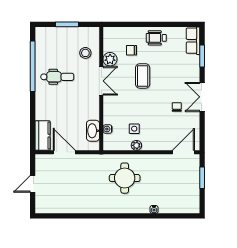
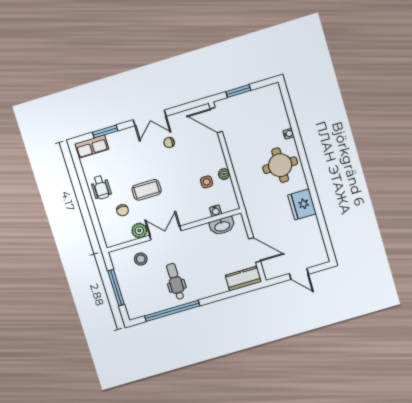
window: (67, 24) -> (116, 288), width x1.44
door: (64, 152) -> (255, 250), swing flipped
round table: (125, 178) -> (280, 165), moved
fridge: (91, 204) -> (302, 204), added

